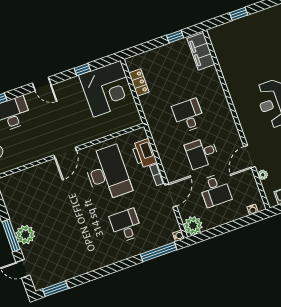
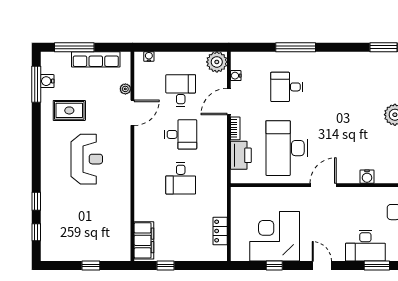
corner desk: (107, 89) -> (275, 236), moved
water cooler: (30, 173) -> (367, 177), added
desk: (126, 226) -> (287, 87), turned 90
water cooler: (178, 236) -> (236, 76), moved
window: (159, 252) -> (296, 47), moved

